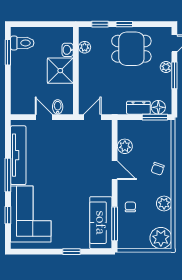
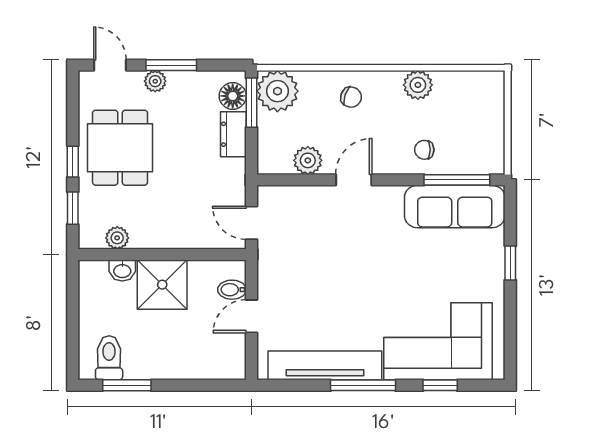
plant: (161, 238) -> (277, 91), moved

